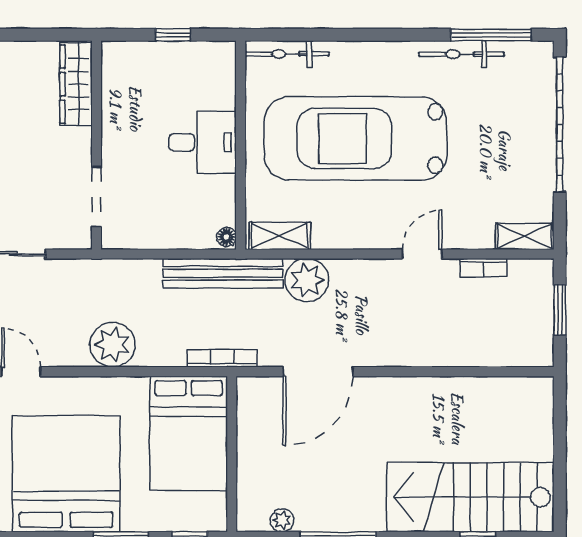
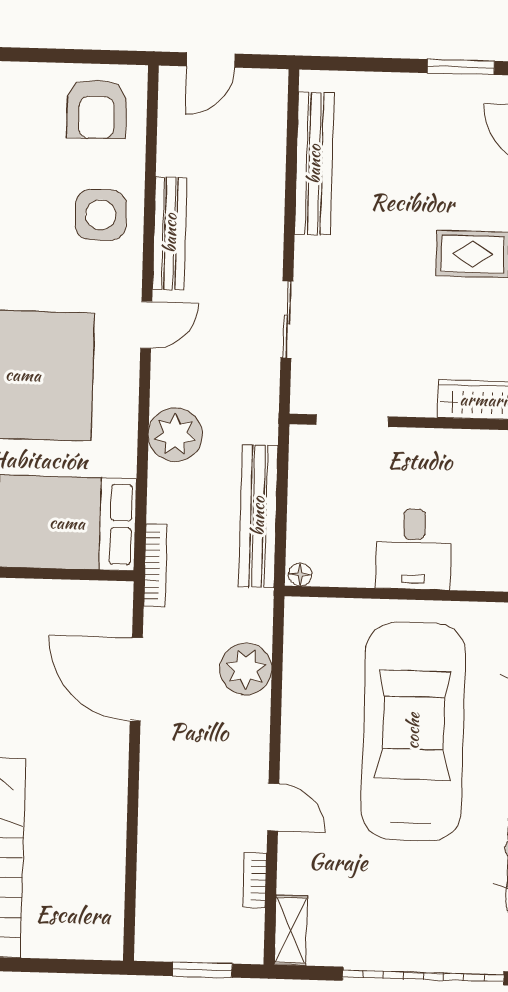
shelving: (279, 236) -> (300, 638), removed
bench: (223, 273) -> (258, 516), moved

